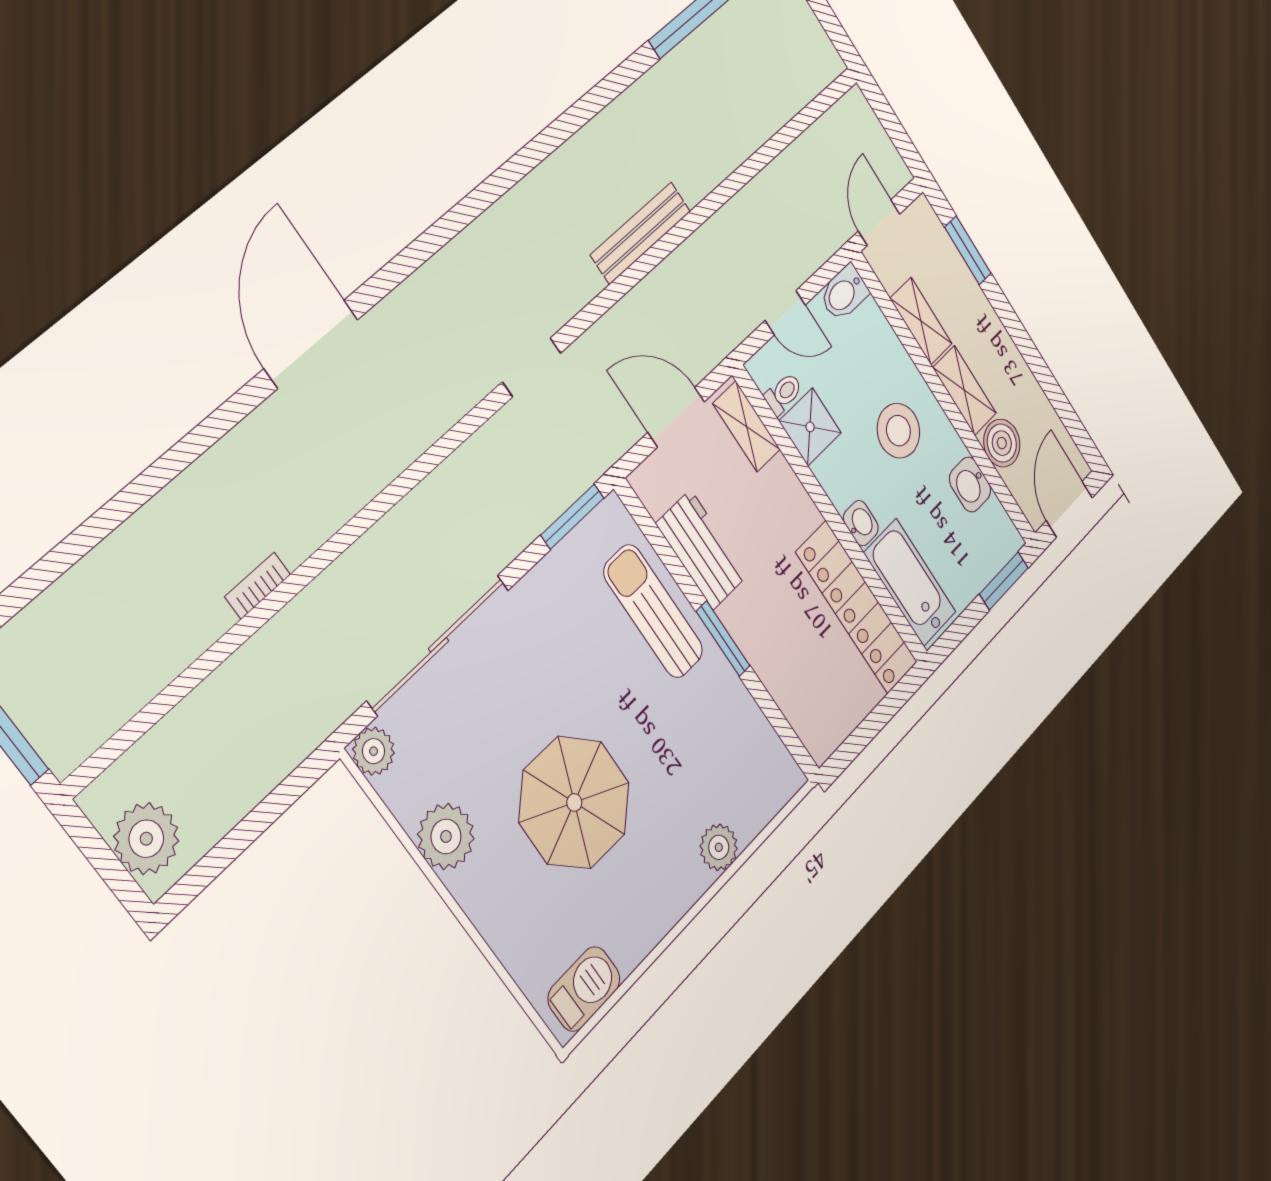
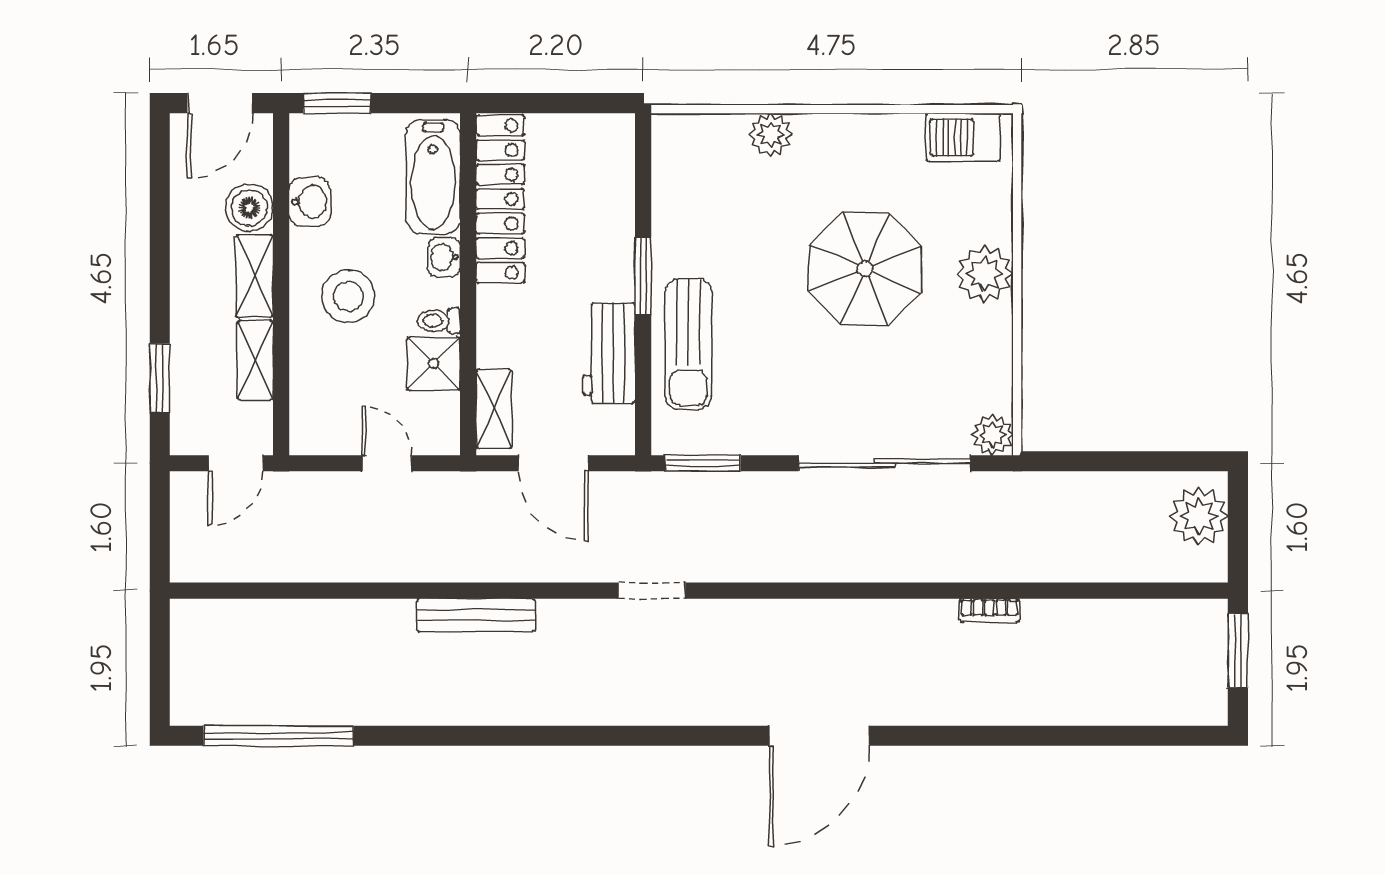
bidet: (844, 293) -> (316, 436), removed
toilet: (783, 394) -> (439, 321), moved
plant: (446, 836) -> (985, 274), moved

